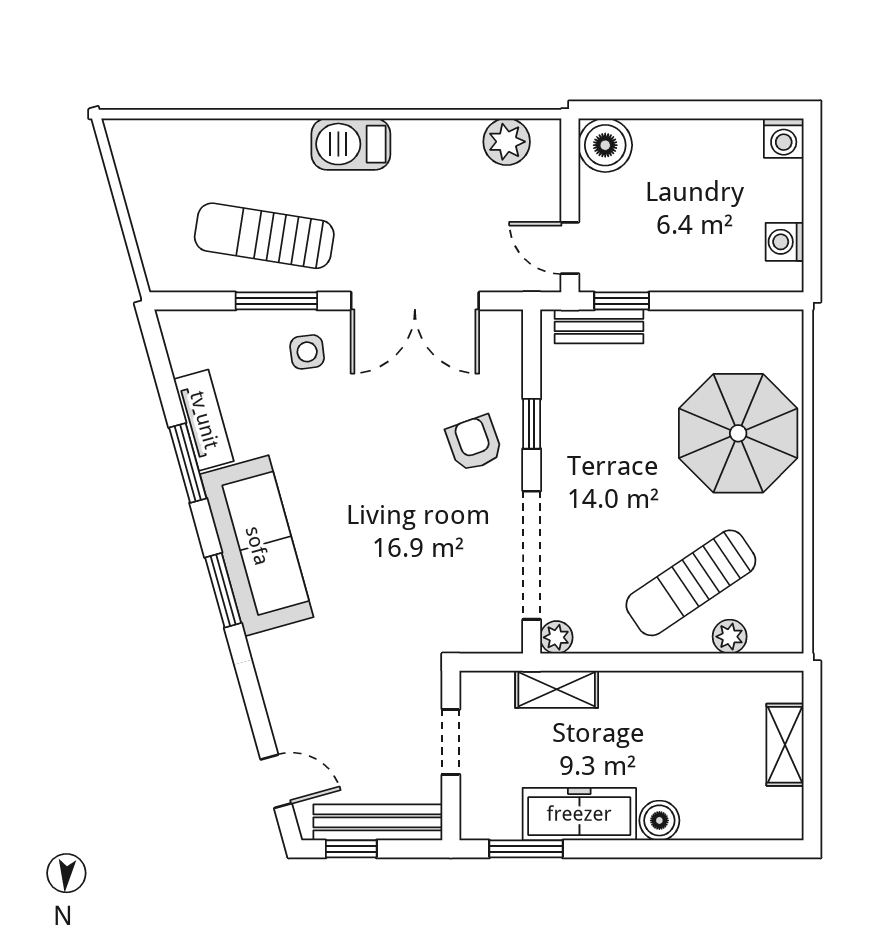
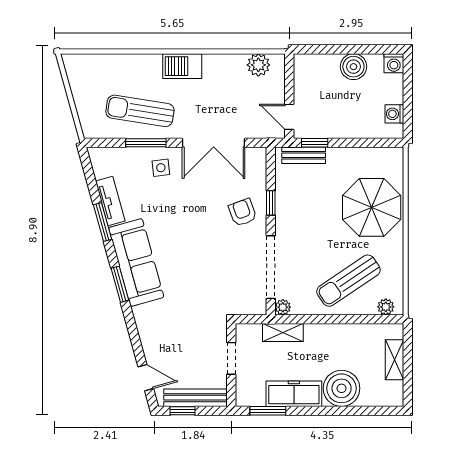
boiler: (605, 145) -> (353, 67), moved
plant: (730, 637) -> (386, 307), moved
boiler: (659, 820) -> (342, 388), width x1.86, depth x1.86

